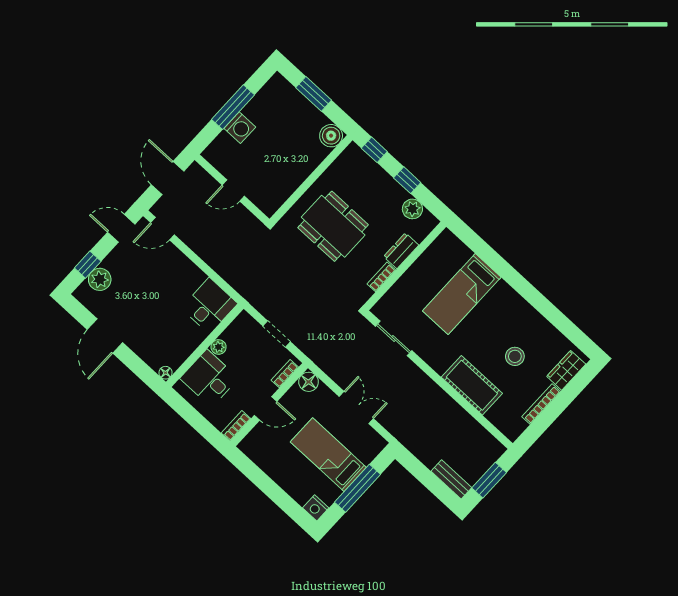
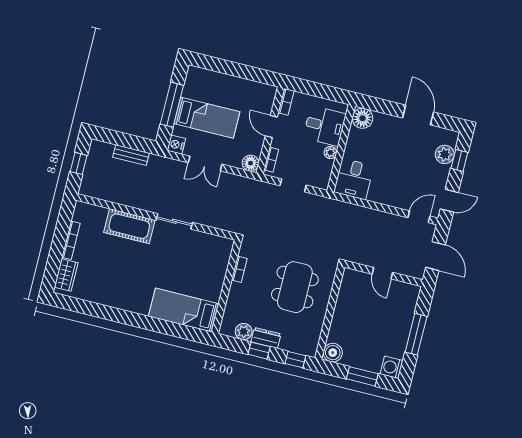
washing machine: (240, 128) -> (392, 367), moved
door: (233, 191) -> (382, 273), swing flipped
dining table: (333, 226) -> (295, 287), turned 90
dresser: (401, 251) -> (266, 338), moved, turned -90
bed: (462, 294) -> (184, 310), moved, turned -90
sliding door: (394, 338) -> (174, 221), moved
stool: (515, 356) -> (109, 265), removed
floor lamp: (165, 373) -> (362, 118), width x1.89, depth x1.89
door: (266, 408) -> (271, 126), hinge flipped
bench: (451, 479) -> (131, 155), moved
window: (489, 480) -> (79, 163), width x0.67
nightstand: (316, 508) -> (176, 145), moved, turned -90

